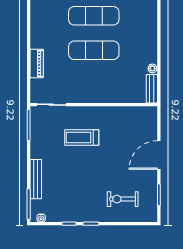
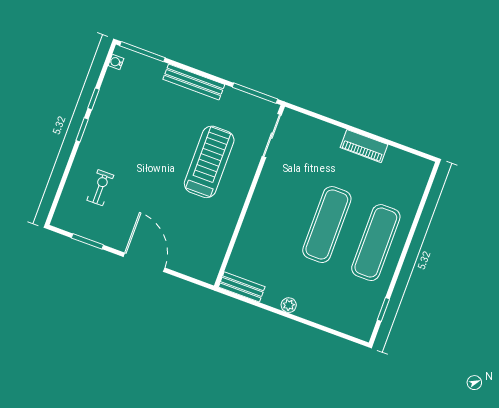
piano: (37, 63) -> (364, 146), moved
plant: (152, 68) -> (289, 305), moved
treadmill: (82, 138) -> (209, 162), width x1.37, depth x1.38
bench: (36, 179) -> (194, 82), moved
exercise bike: (123, 199) -> (100, 188), width x0.73, depth x0.72

